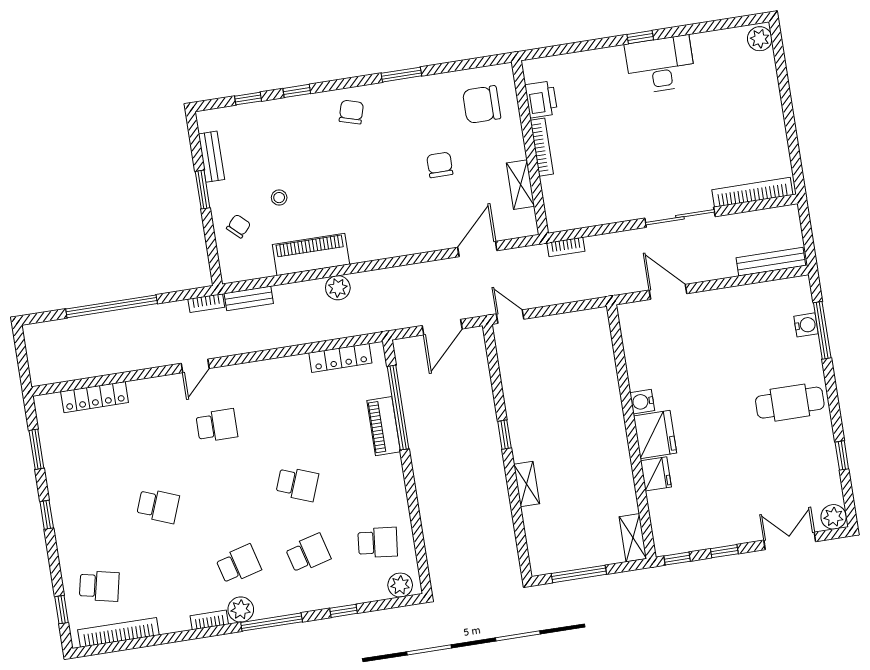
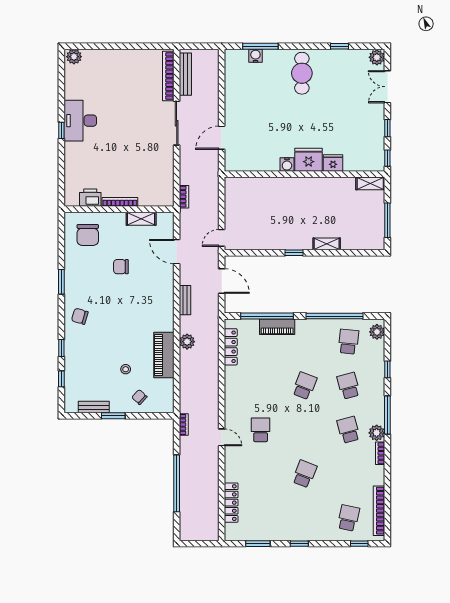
bench: (771, 262) -> (185, 74), moved
bench: (249, 298) -> (185, 300), moved
window: (415, 514) -> (334, 316), added

